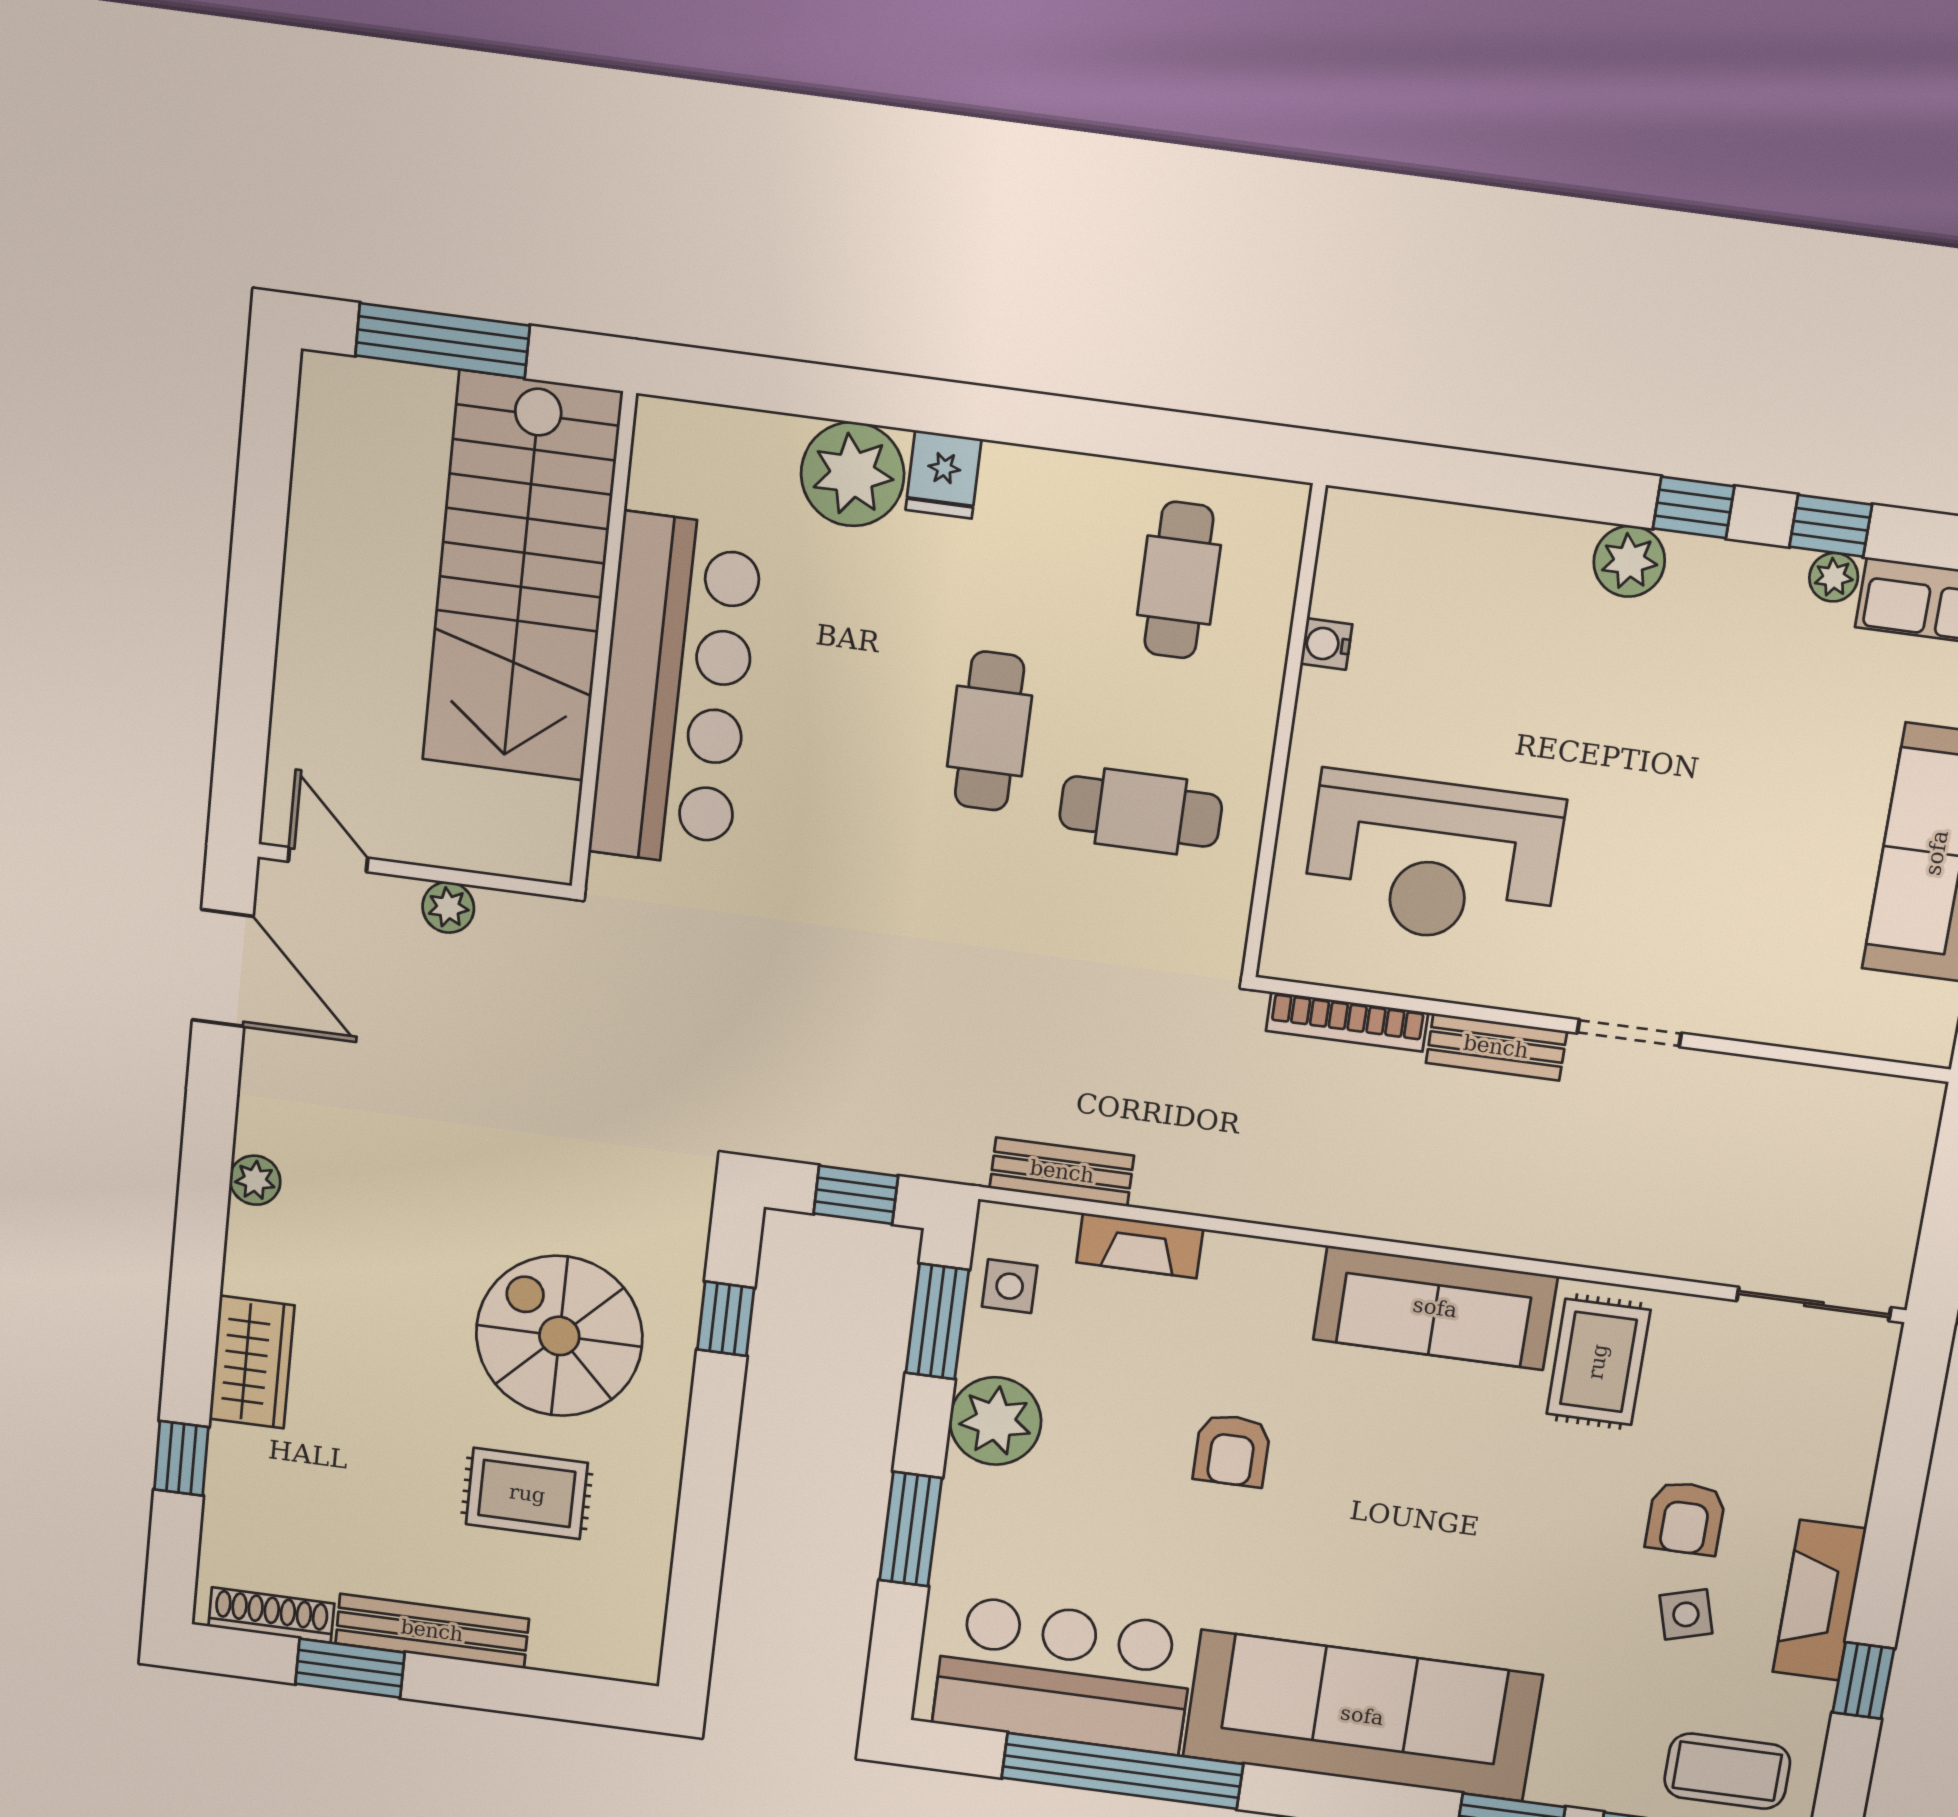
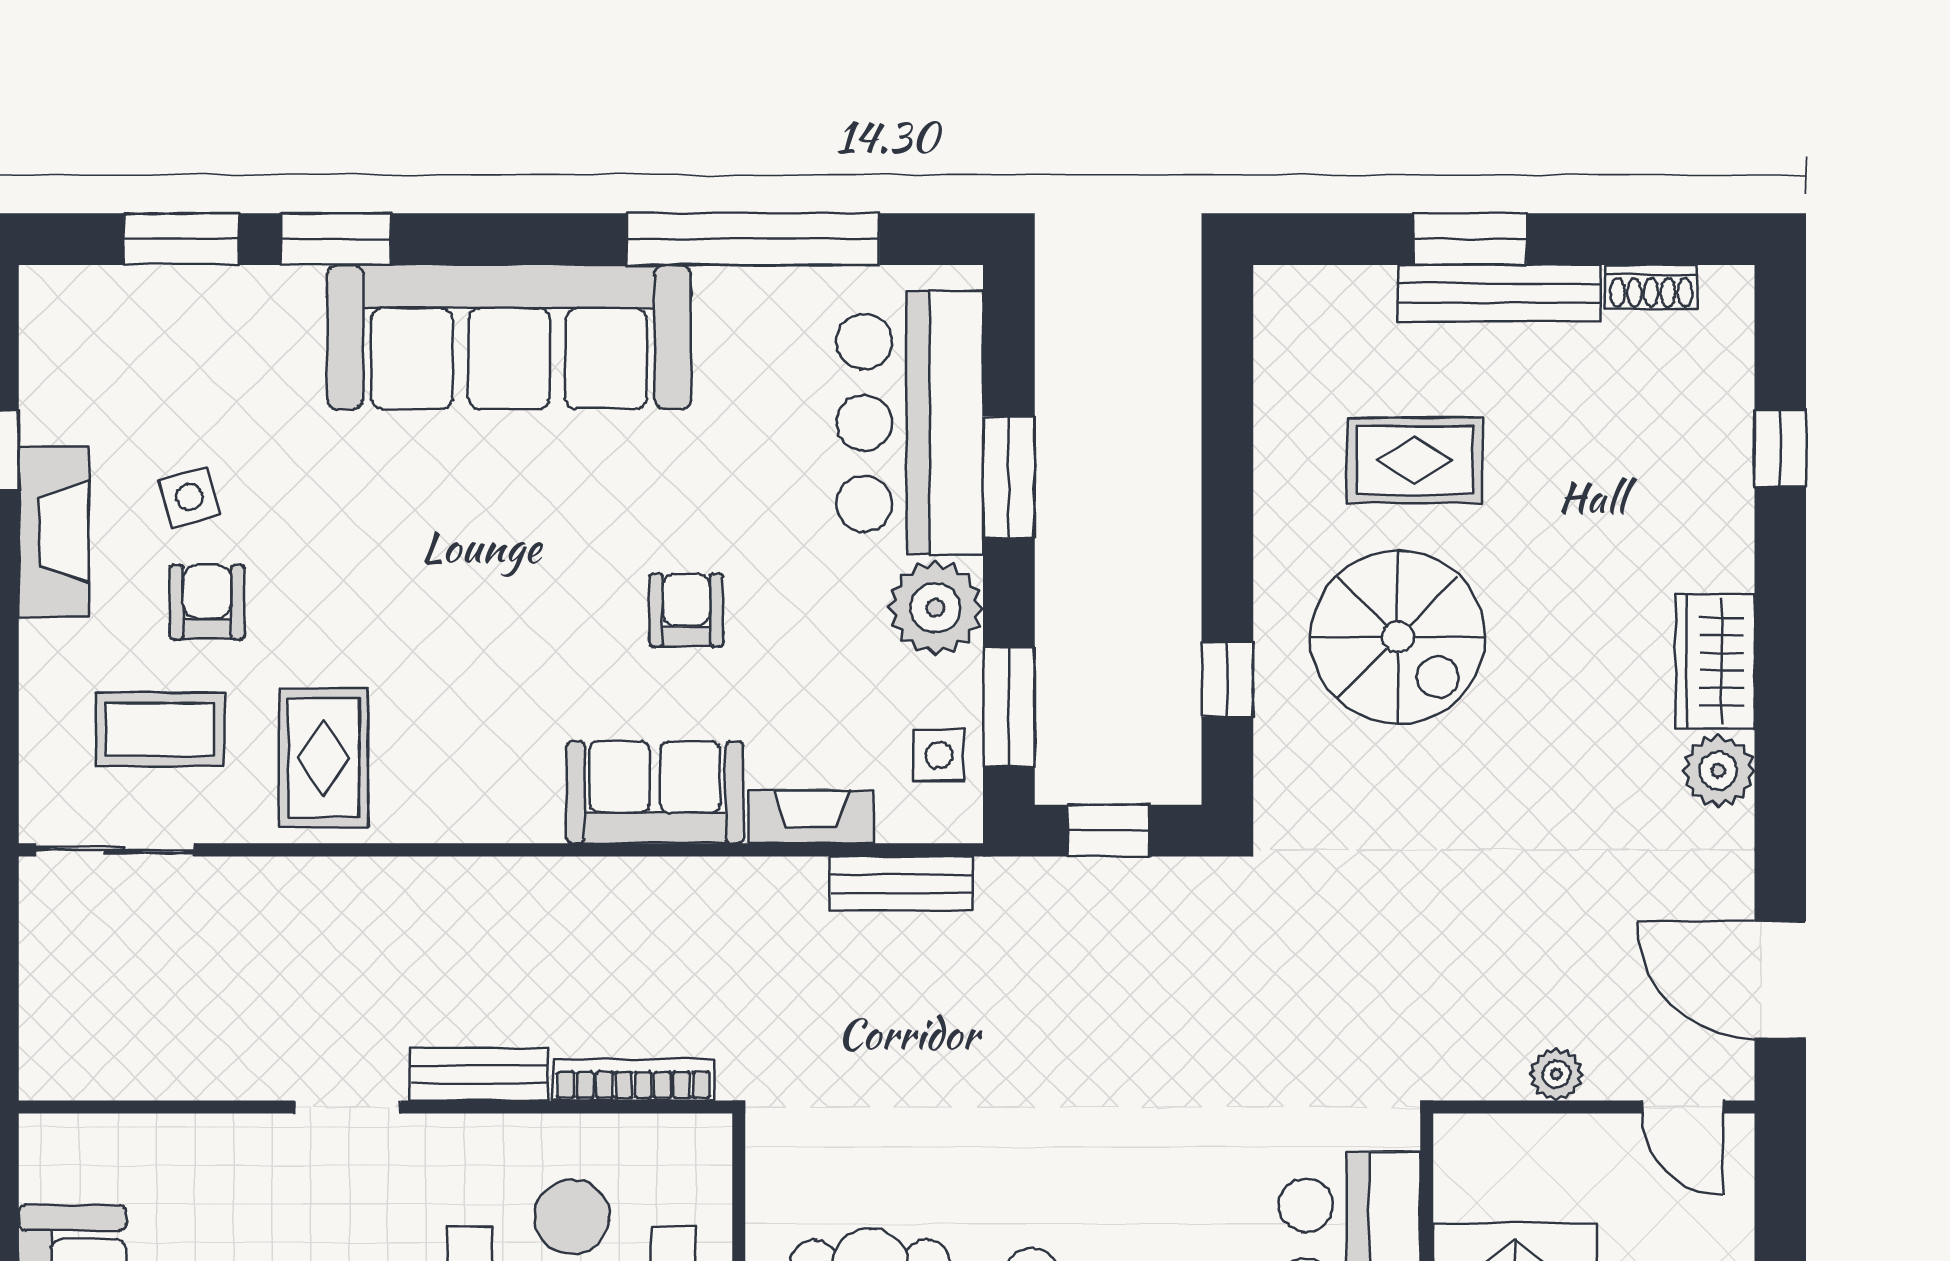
plant: (255, 1180) -> (1718, 771), width x1.38, depth x1.38
sofa: (1435, 1308) -> (655, 792), moved, width x0.73
wardrobe: (252, 1362) -> (1715, 662), moved
shoe rack: (271, 1615) -> (1651, 287), width x0.70
window: (350, 1668) -> (1470, 239), moved
bar counter: (1064, 1675) -> (910, 423), moved, turned 90
coffee table: (1727, 1771) -> (160, 729), moved

